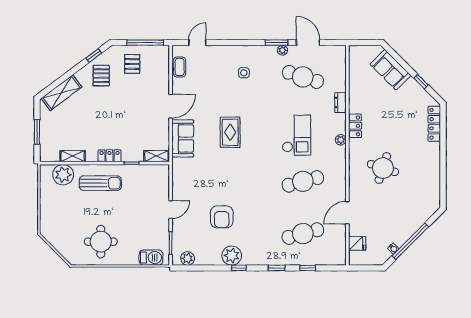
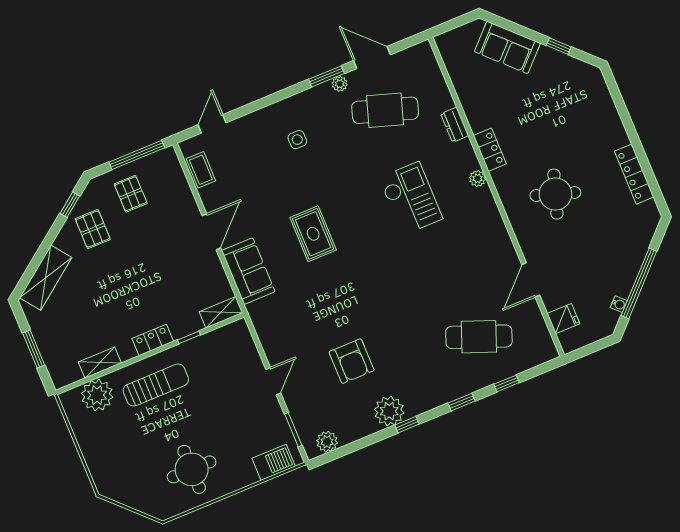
locker: (434, 124) -> (634, 174), moved
cafe table: (303, 181) -> (448, 261), removed
cafe table: (303, 234) -> (479, 337), turned 36

